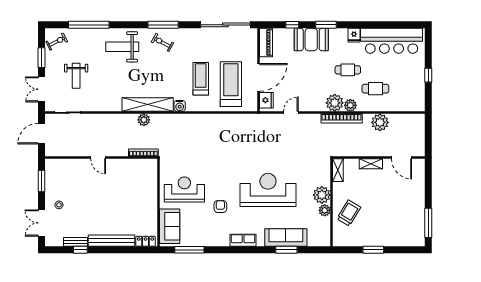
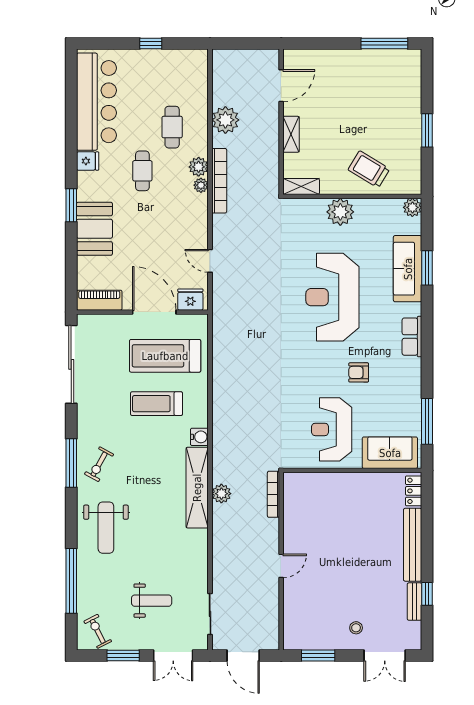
window: (292, 25) -> (71, 259), removed
plant: (335, 103) -> (201, 185), width x0.53, depth x0.53
plant: (325, 210) -> (412, 207), moved

